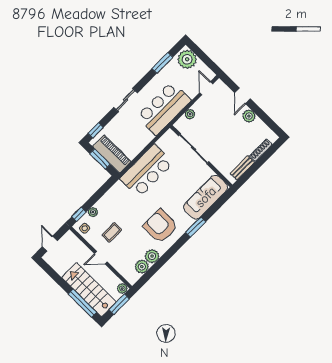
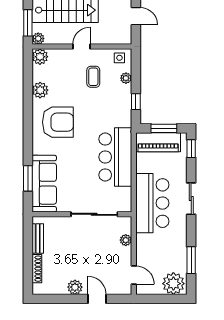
bar counter: (164, 108) -> (152, 203), moved
window: (79, 214) -> (136, 102), moved
window: (196, 227) -> (28, 178), moved
plant: (142, 267) -> (40, 57), moved

